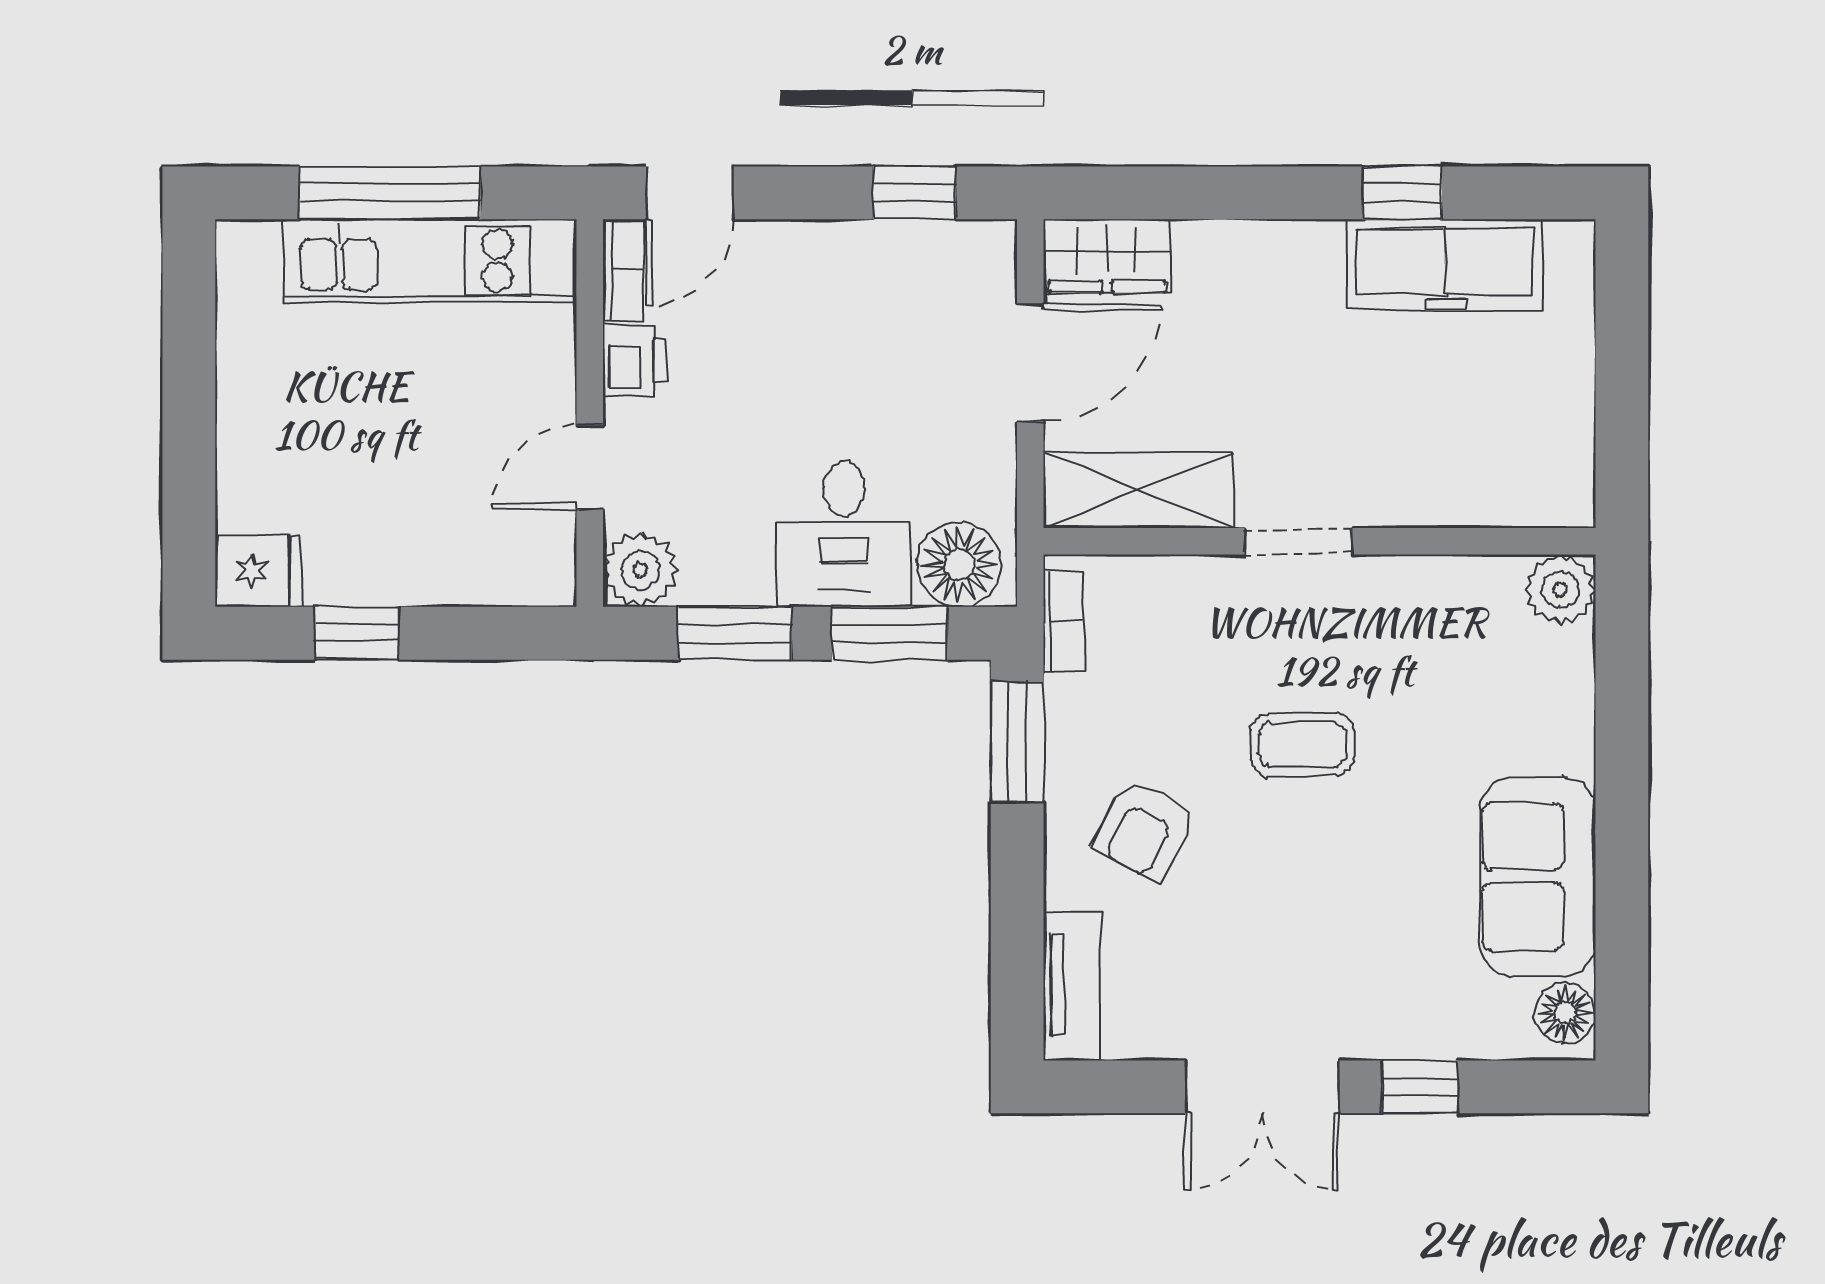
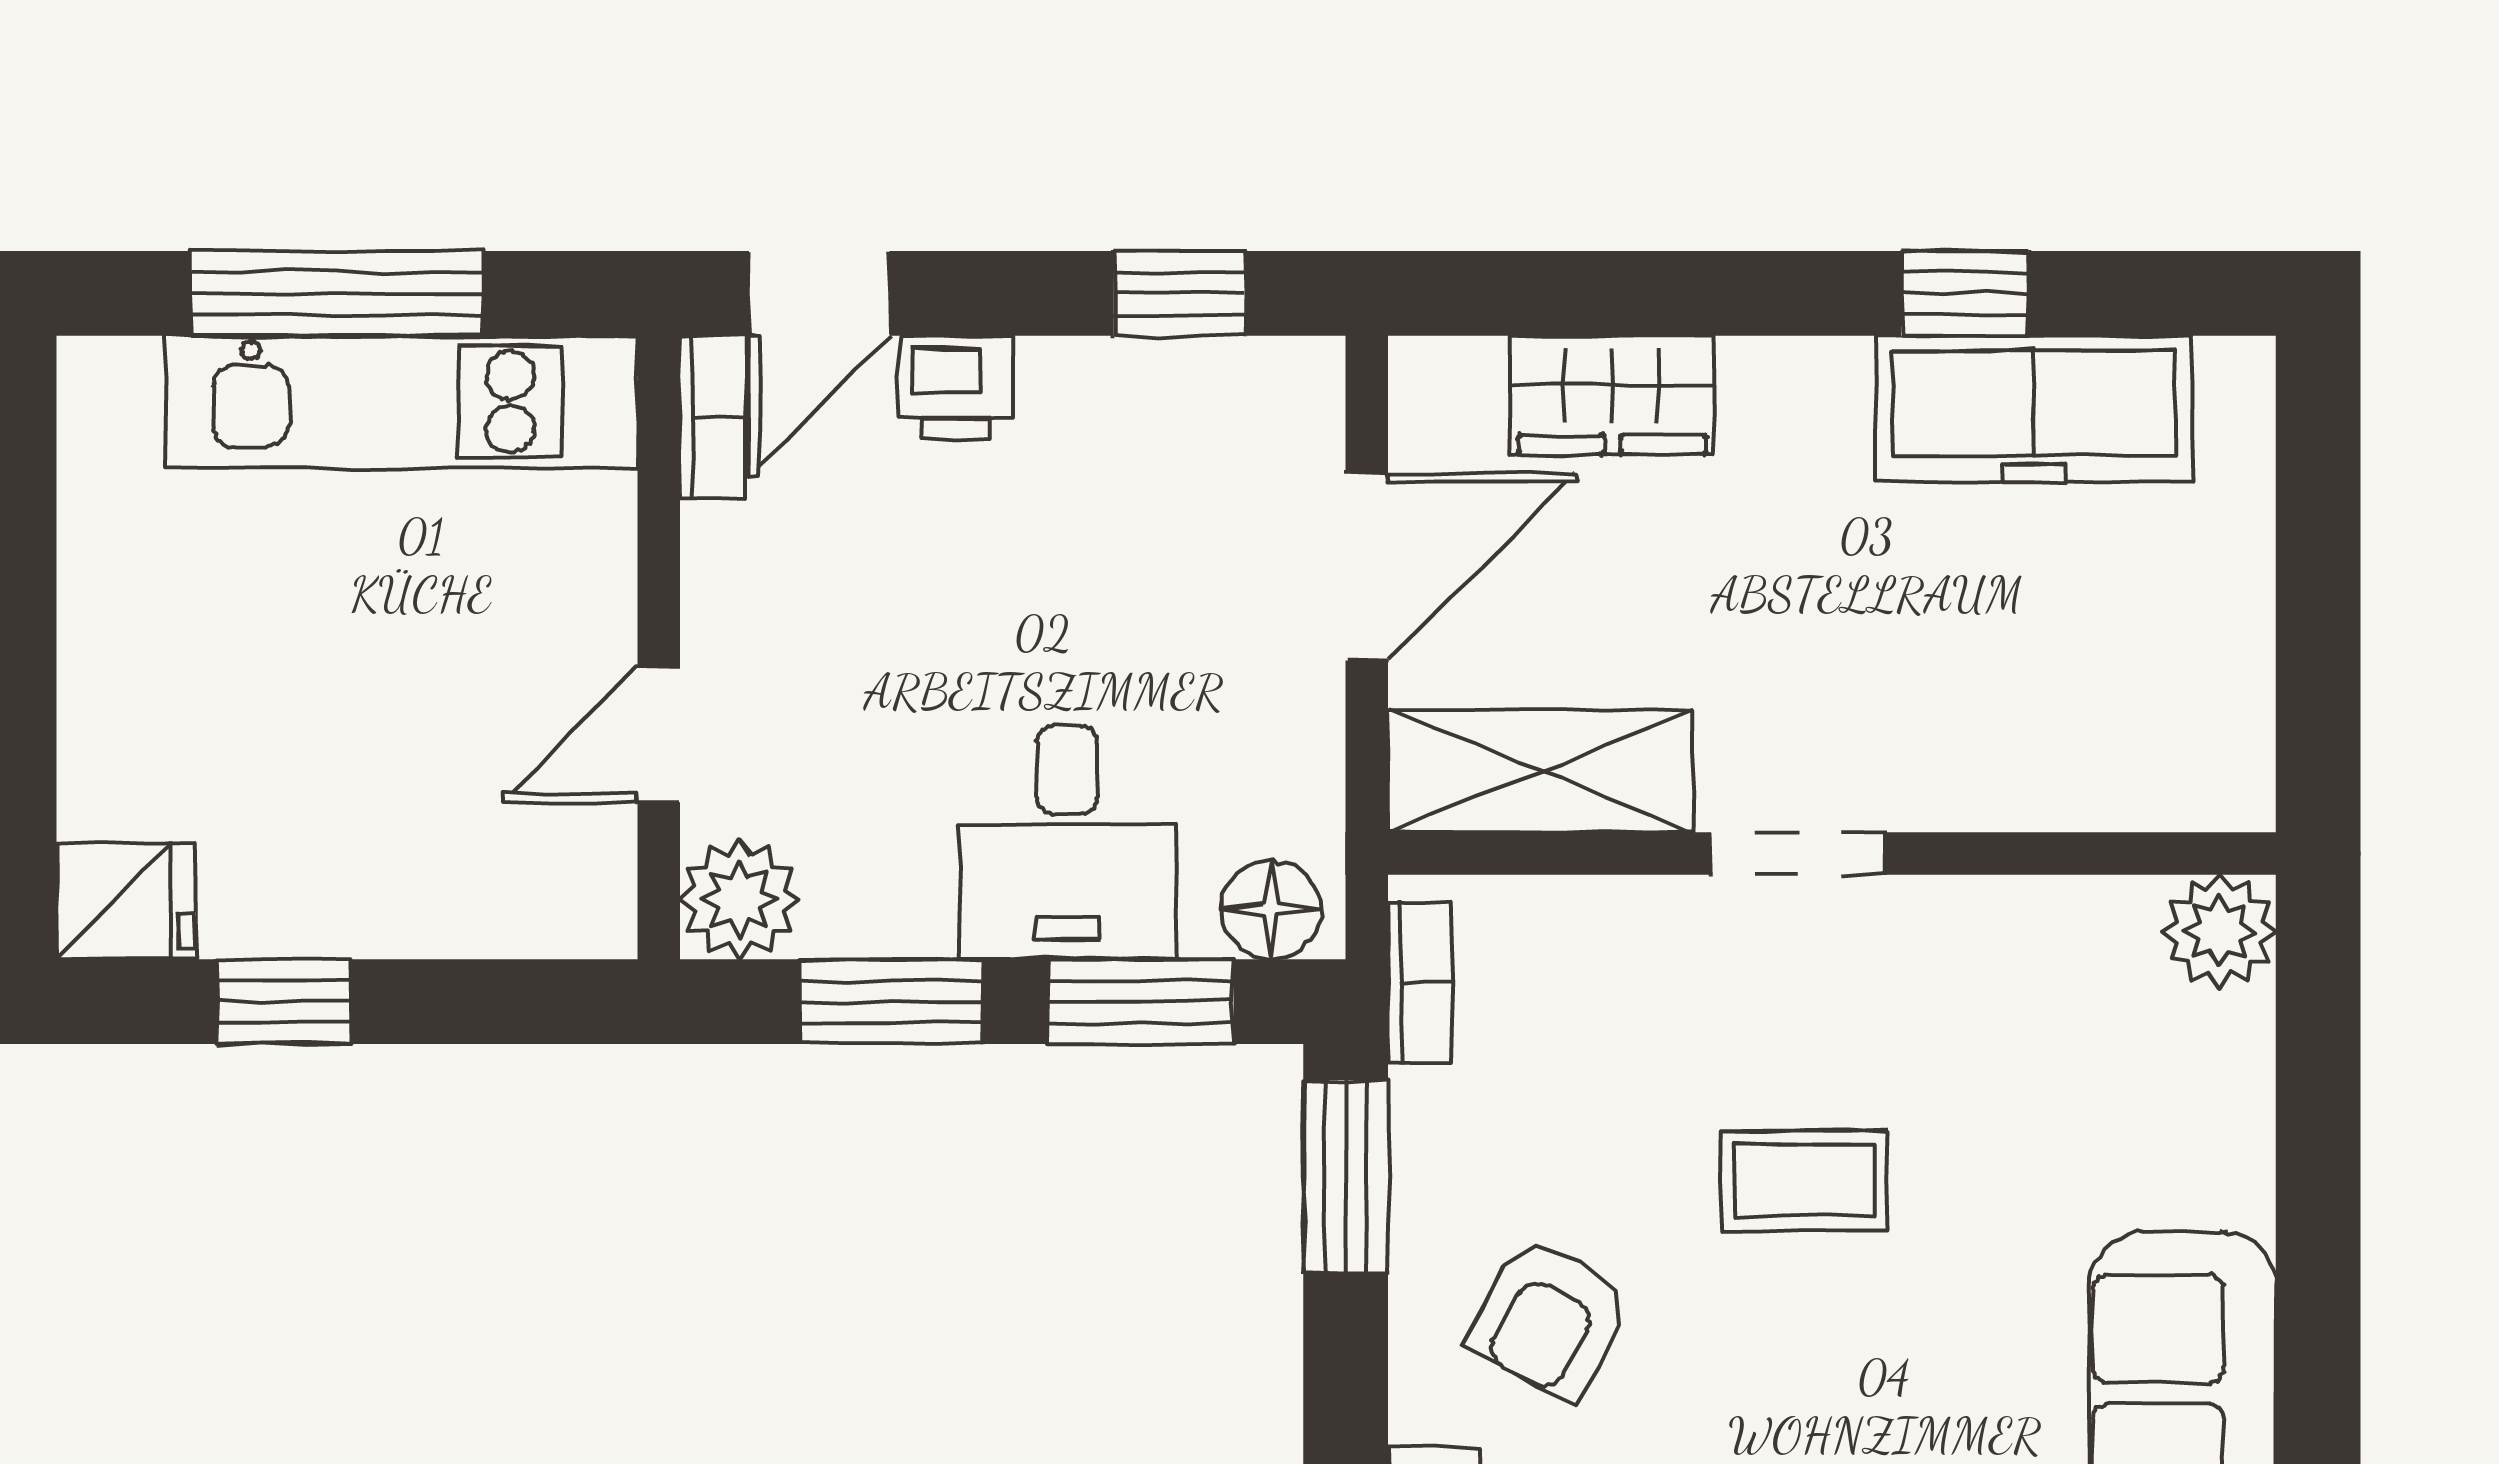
wardrobe: (1107, 256) -> (1612, 395), moved
printer: (635, 361) -> (956, 387), moved, turned 90
floor lamp: (959, 564) -> (1271, 910), width x0.73, depth x0.73

